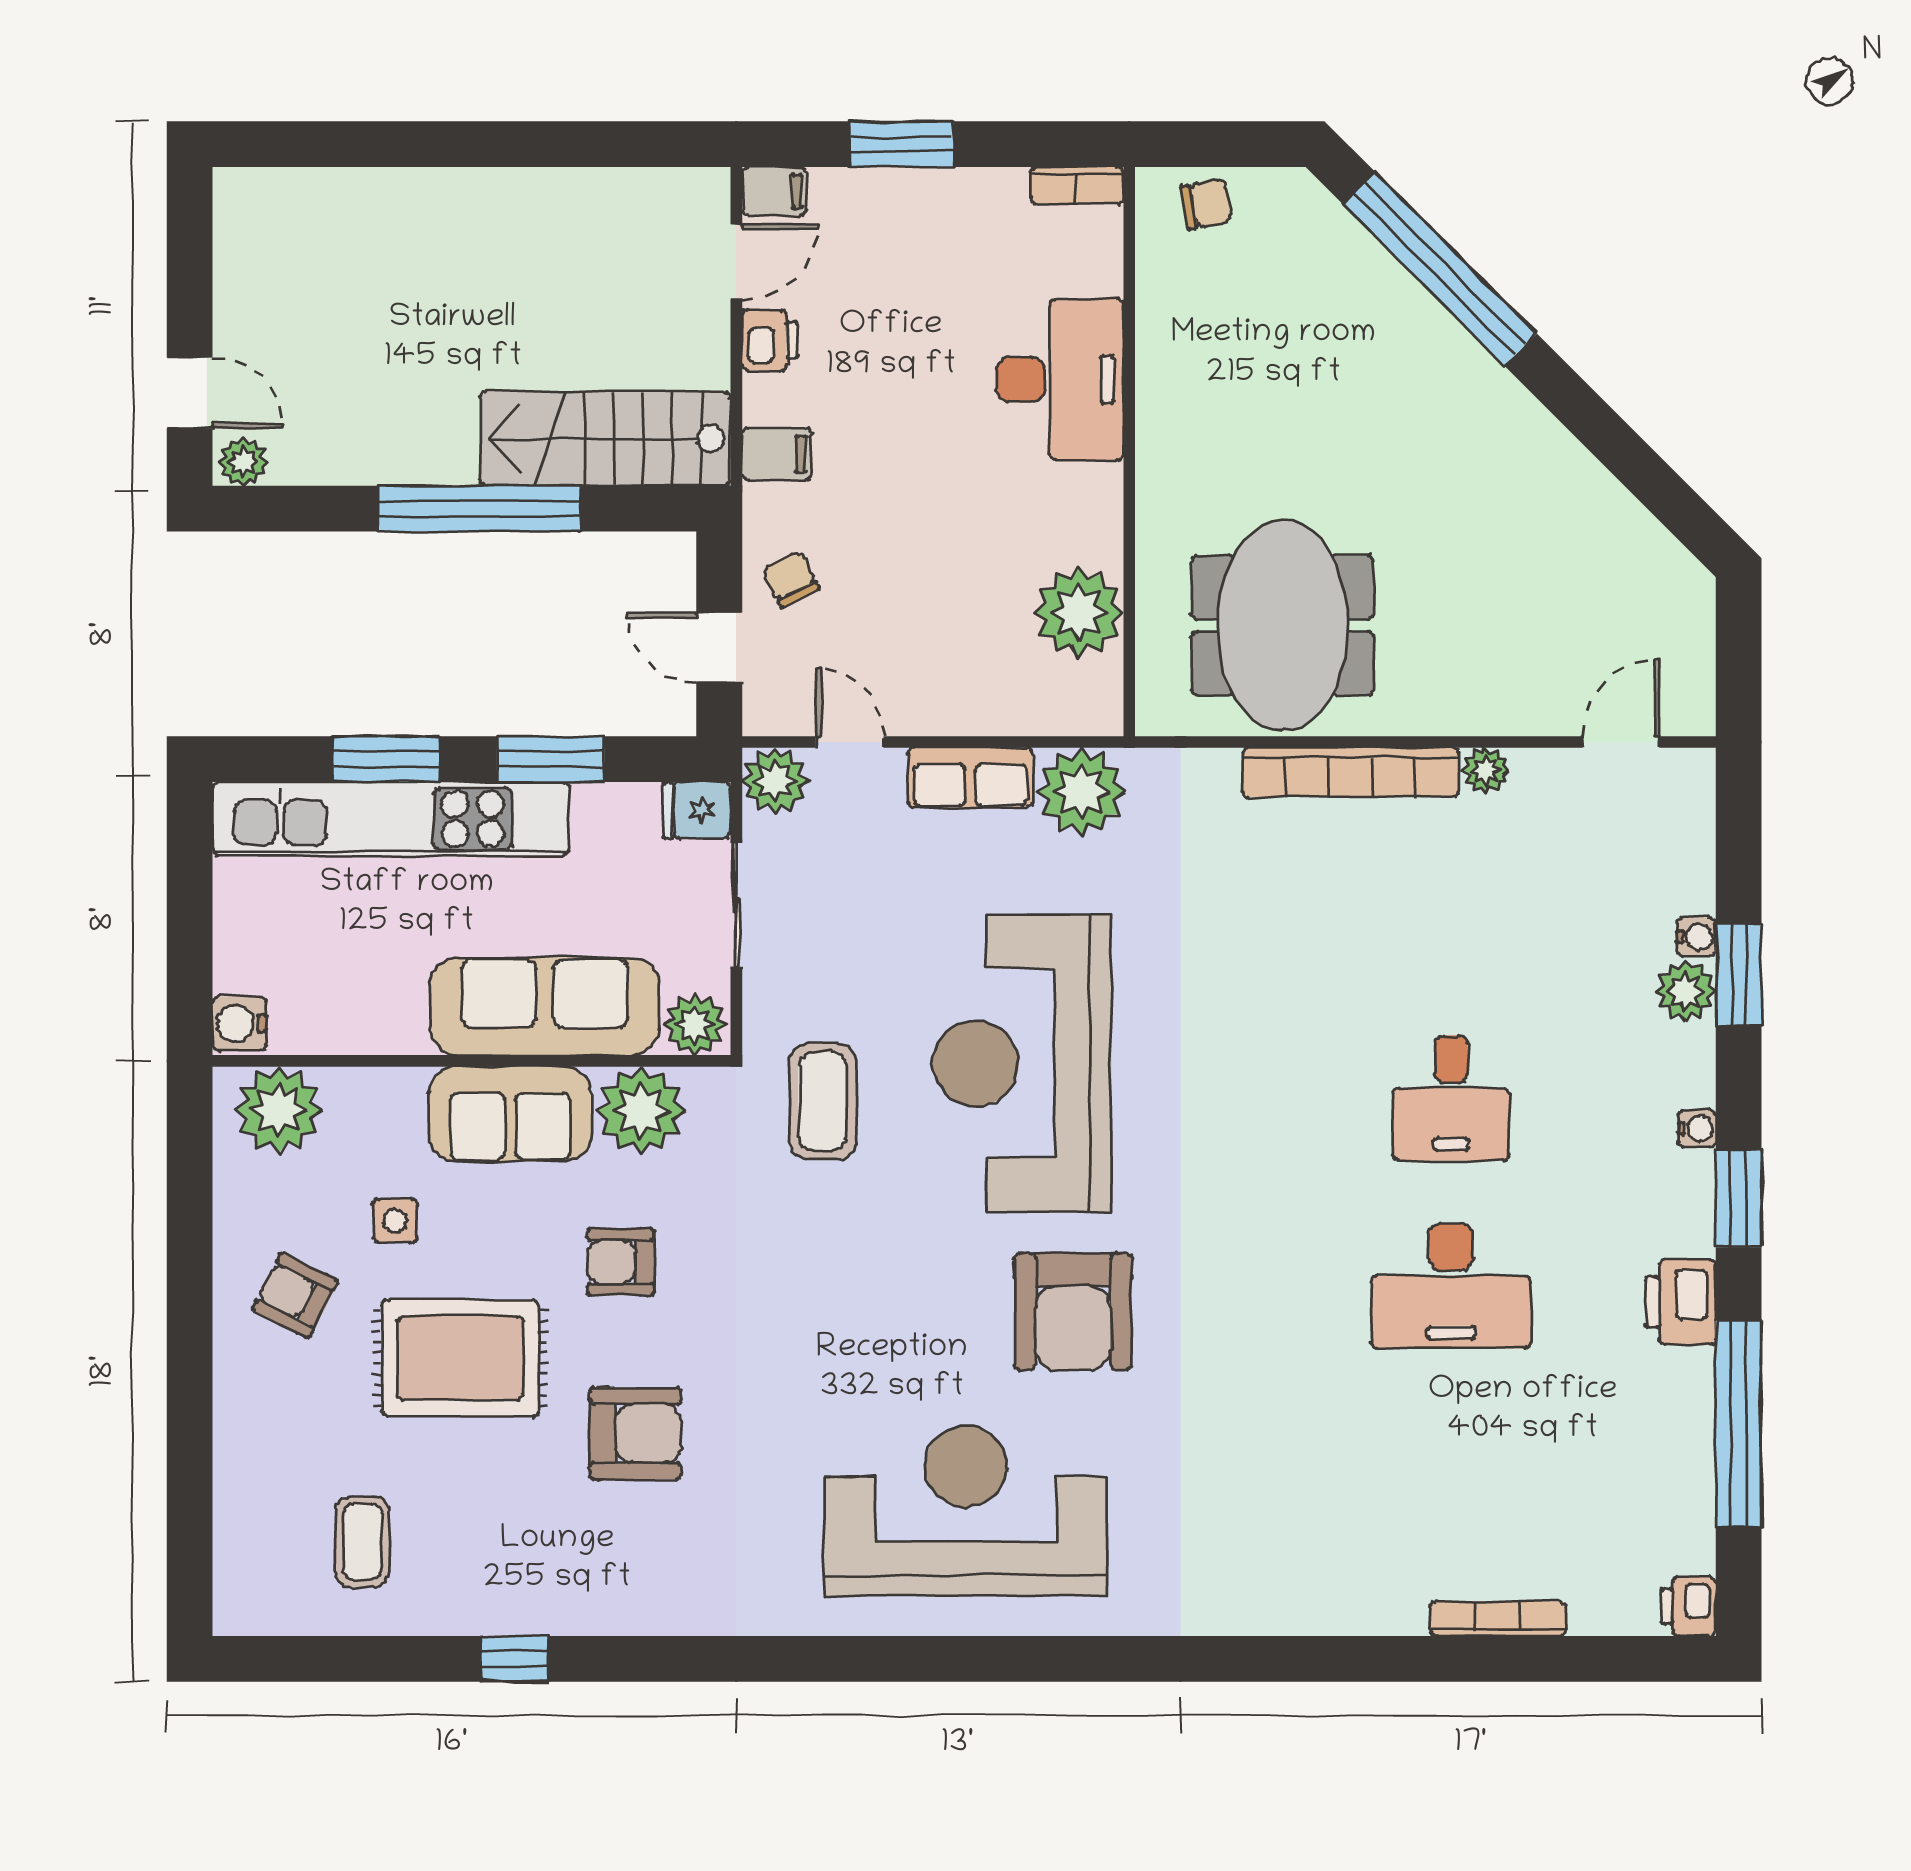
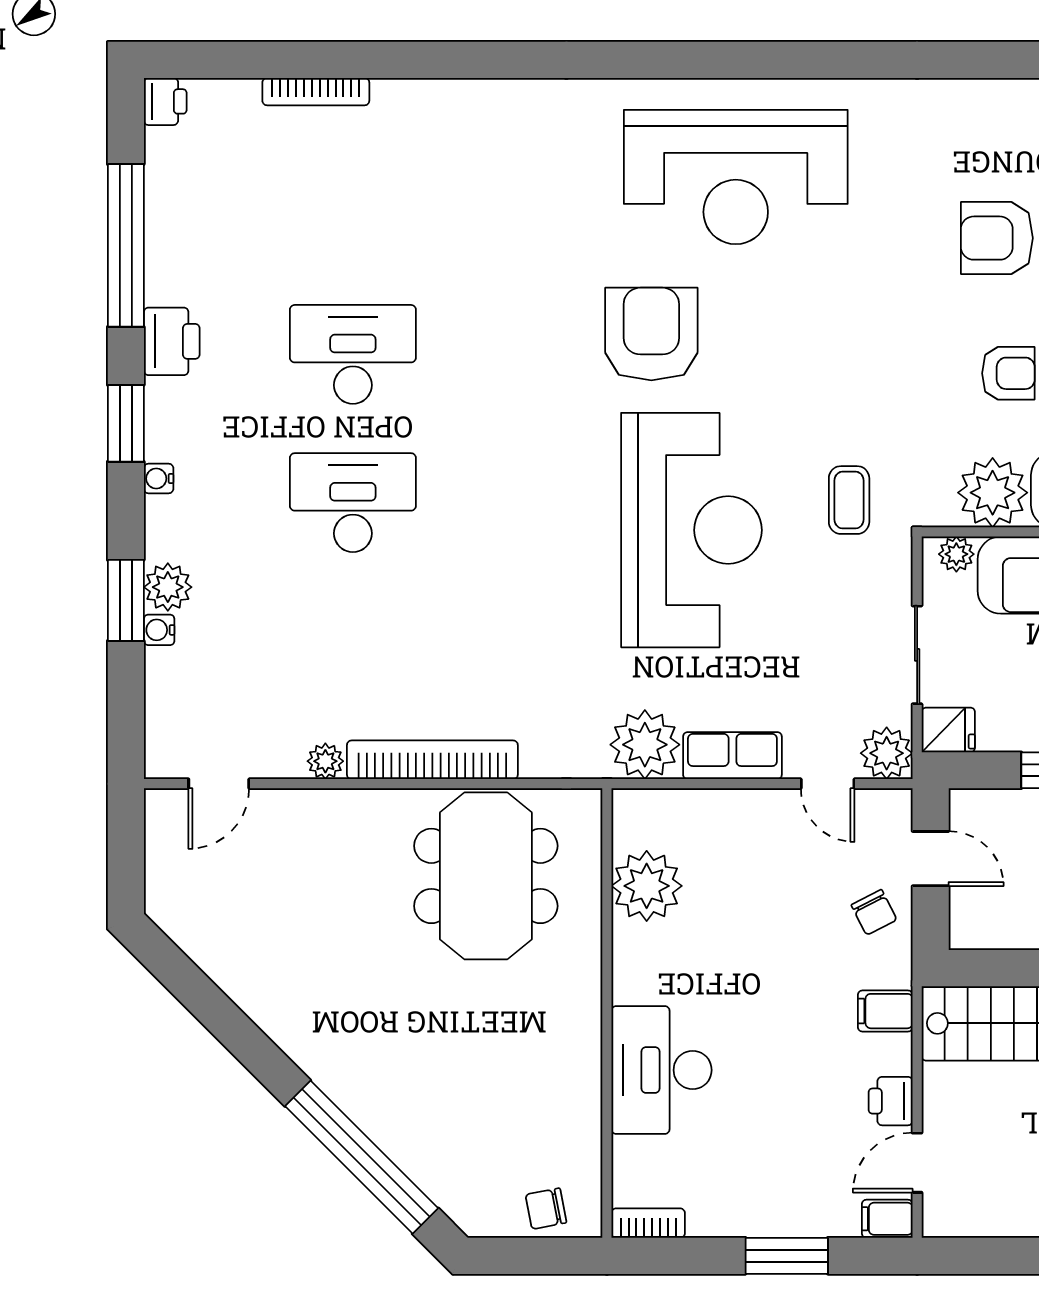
plant: (695, 1024) -> (956, 554), width x0.73, depth x0.73
desk: (1451, 1098) -> (353, 503), width x1.37
coffee table: (823, 1101) -> (849, 500), width x0.73, depth x0.77

